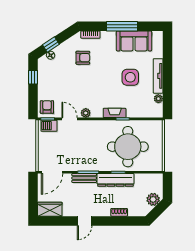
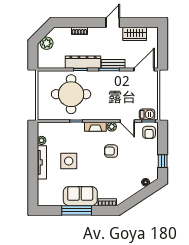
sofa: (134, 41) -> (80, 196), moved
window: (51, 45) -> (145, 193), removed
armchair: (83, 58) -> (111, 151), moved
fireplace: (115, 113) -> (95, 127), moved
wardrobe: (50, 209) -> (135, 34), moved

